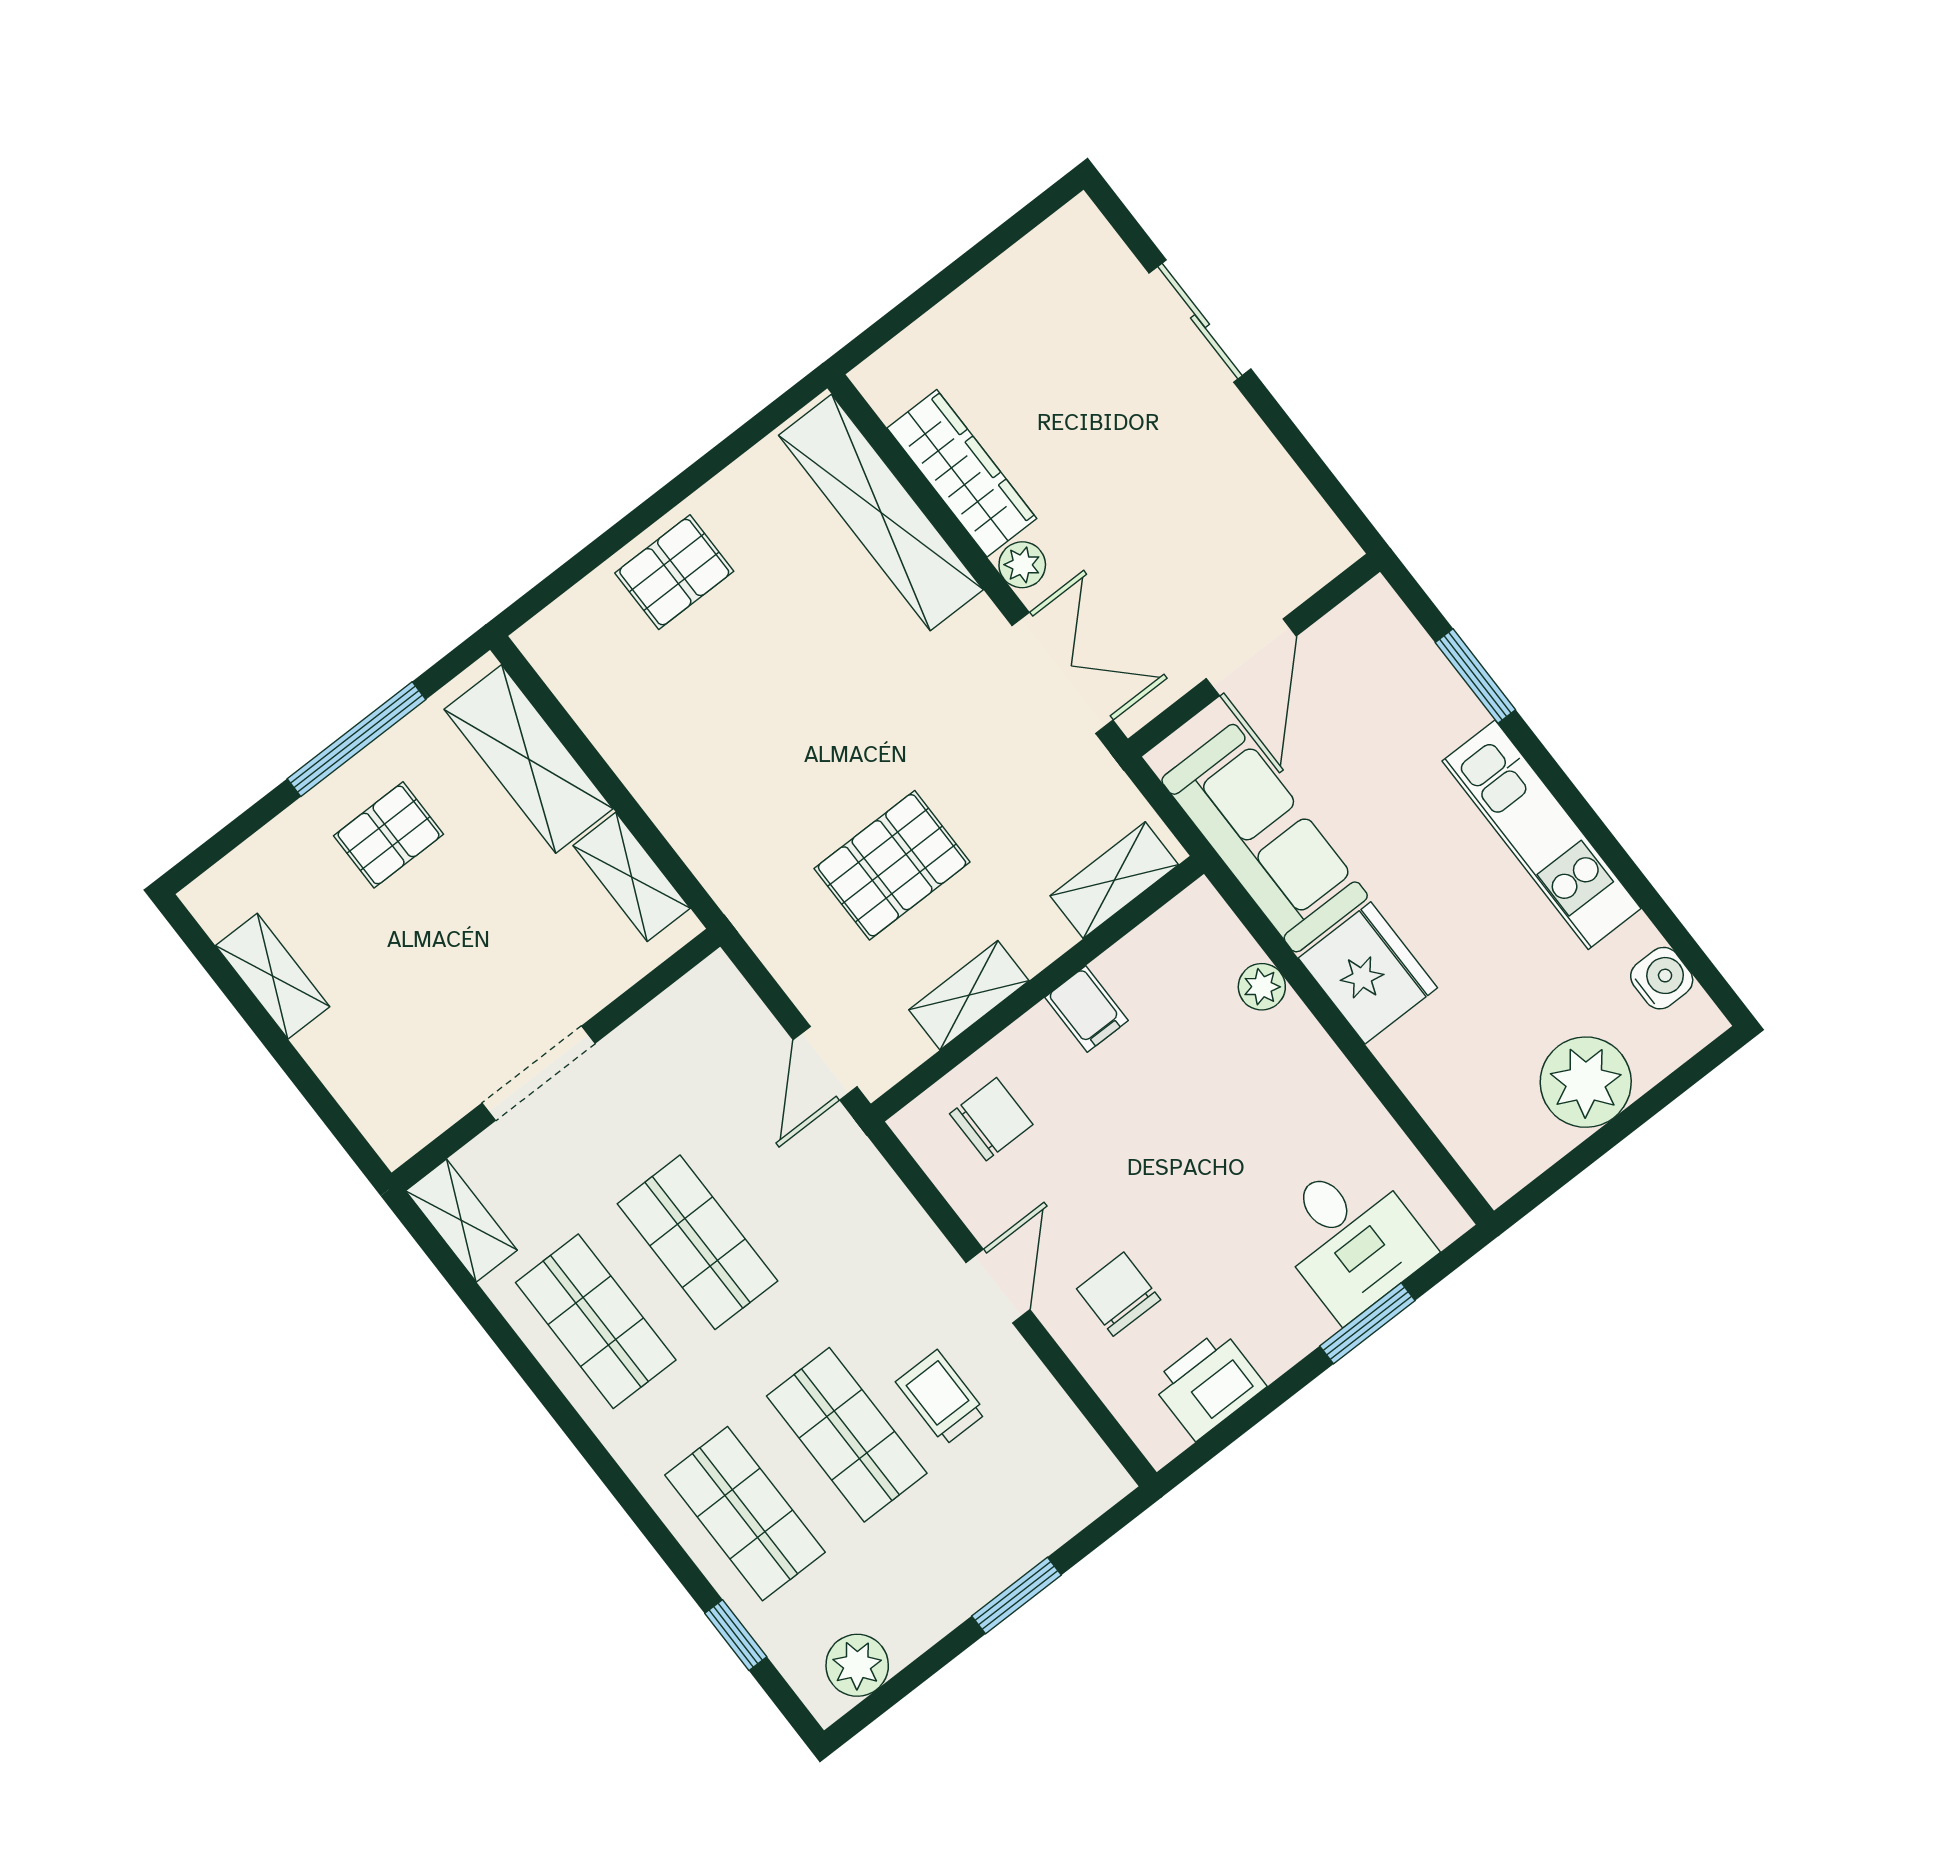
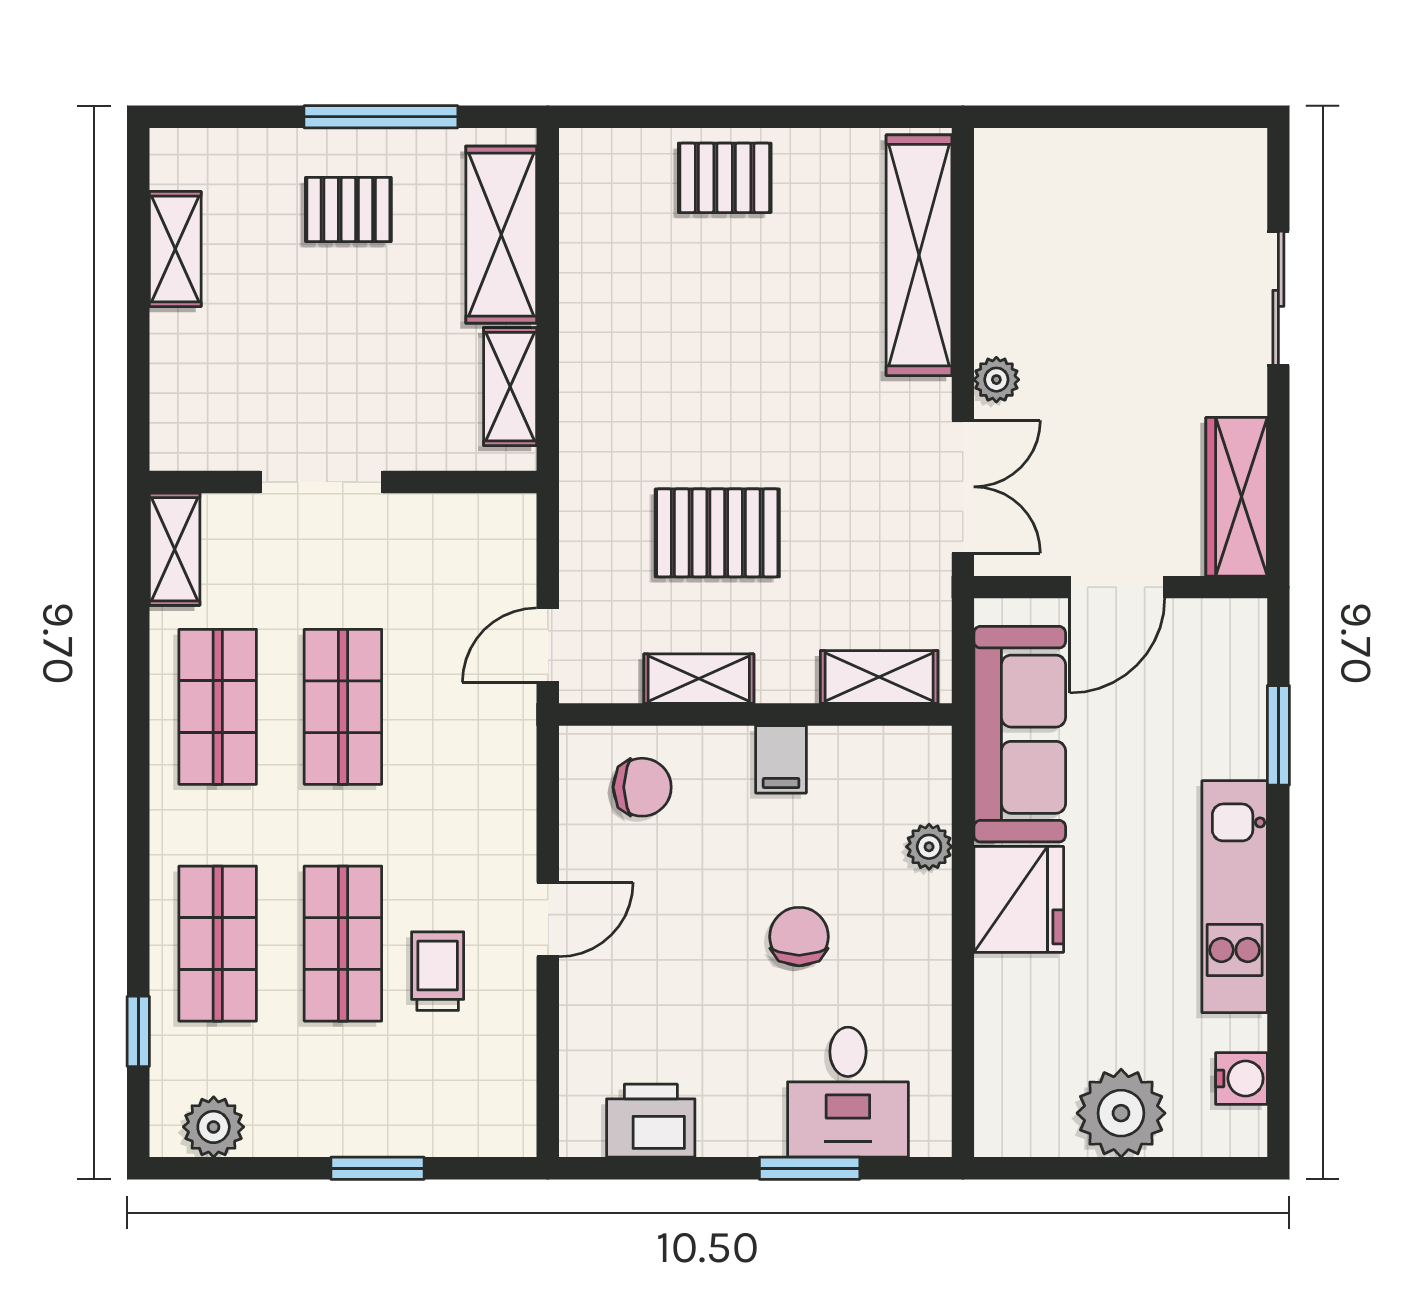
wardrobe: (962, 473) -> (1237, 497), moved, turned 180
chair: (1119, 1294) -> (799, 937), moved

